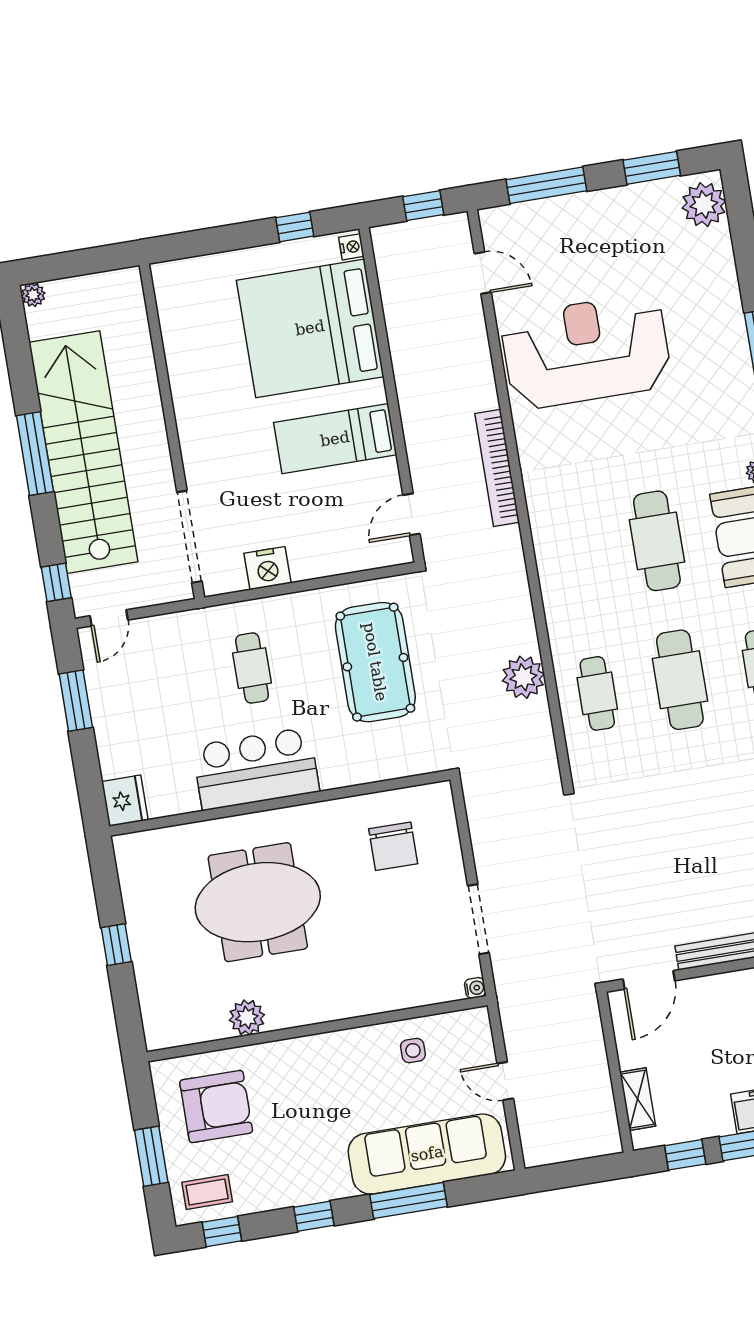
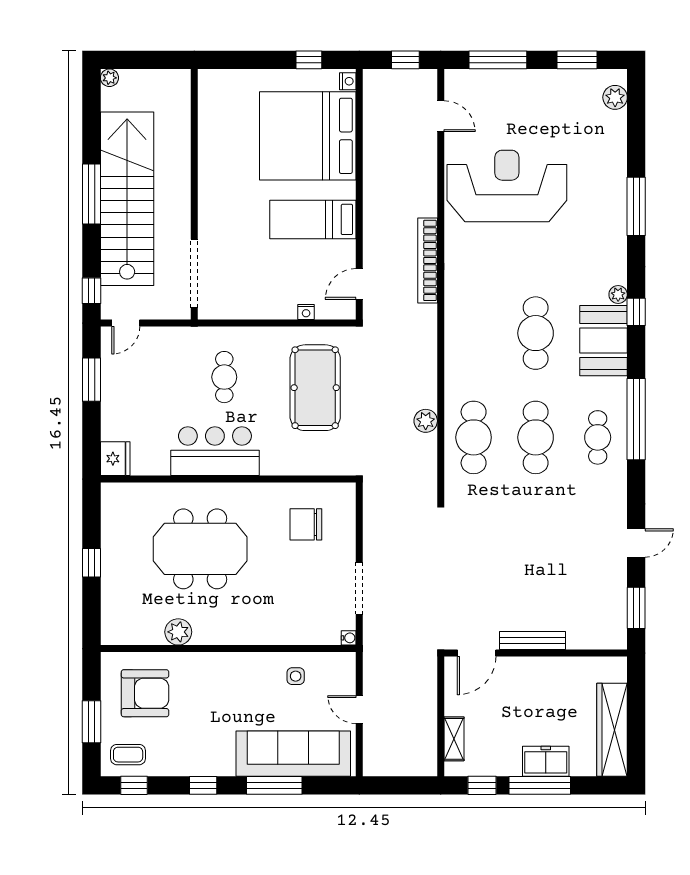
plant: (704, 205) -> (615, 97), width x0.73, depth x0.73
nightstand: (268, 568) -> (306, 312), moved, width x0.53, depth x0.56
plant: (523, 677) -> (426, 421), width x0.73, depth x0.73
cafe table: (597, 693) -> (474, 437), width x1.37, depth x1.35
chair: (393, 846) -> (306, 524), turned 90

